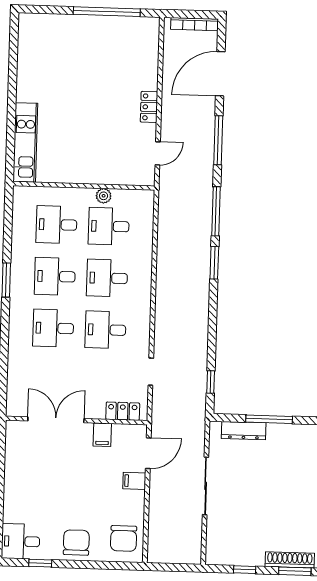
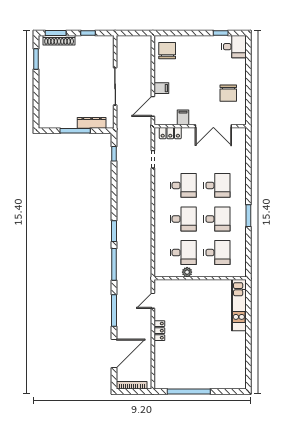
chair: (76, 543) -> (228, 93), moved

